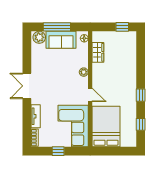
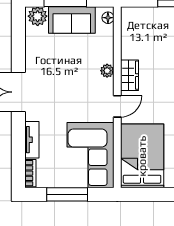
wardrobe: (98, 52) -> (129, 75), moved
door: (90, 95) -> (117, 106), hinge flipped
window: (58, 151) -> (67, 194), width x2.17

